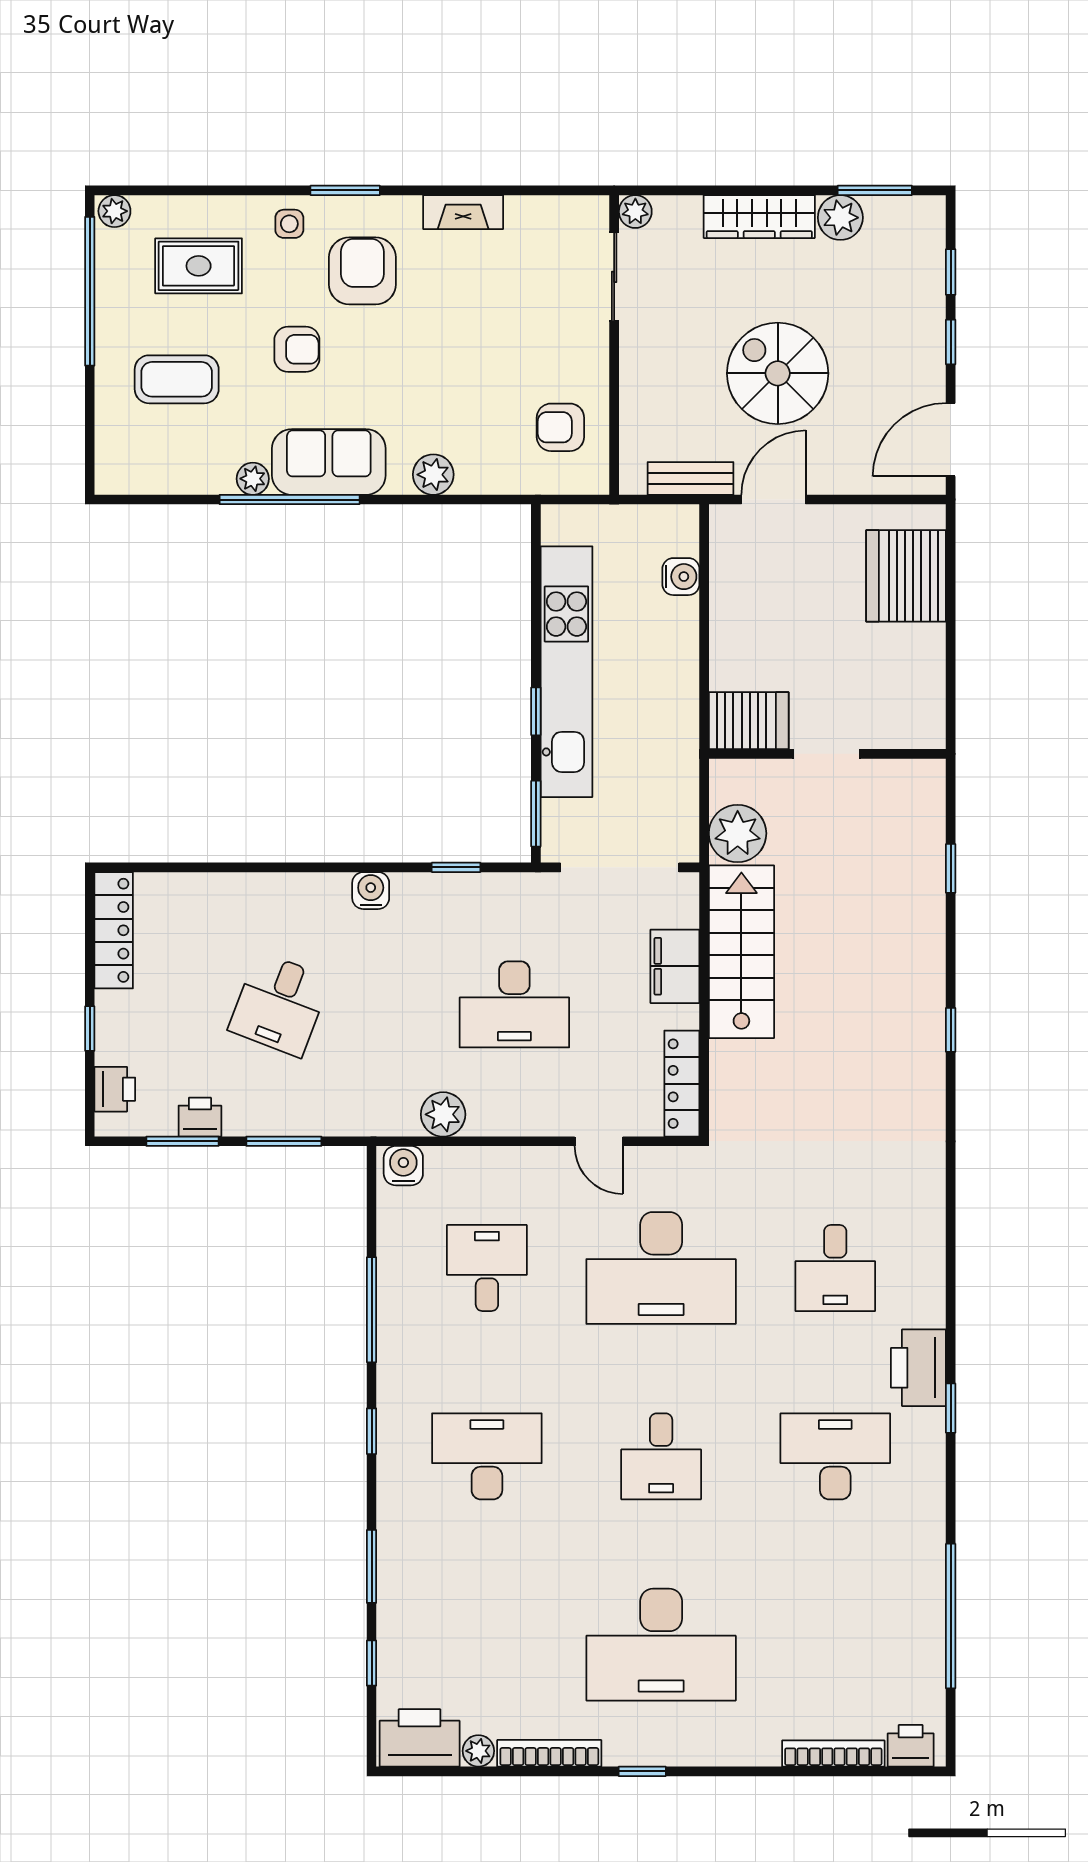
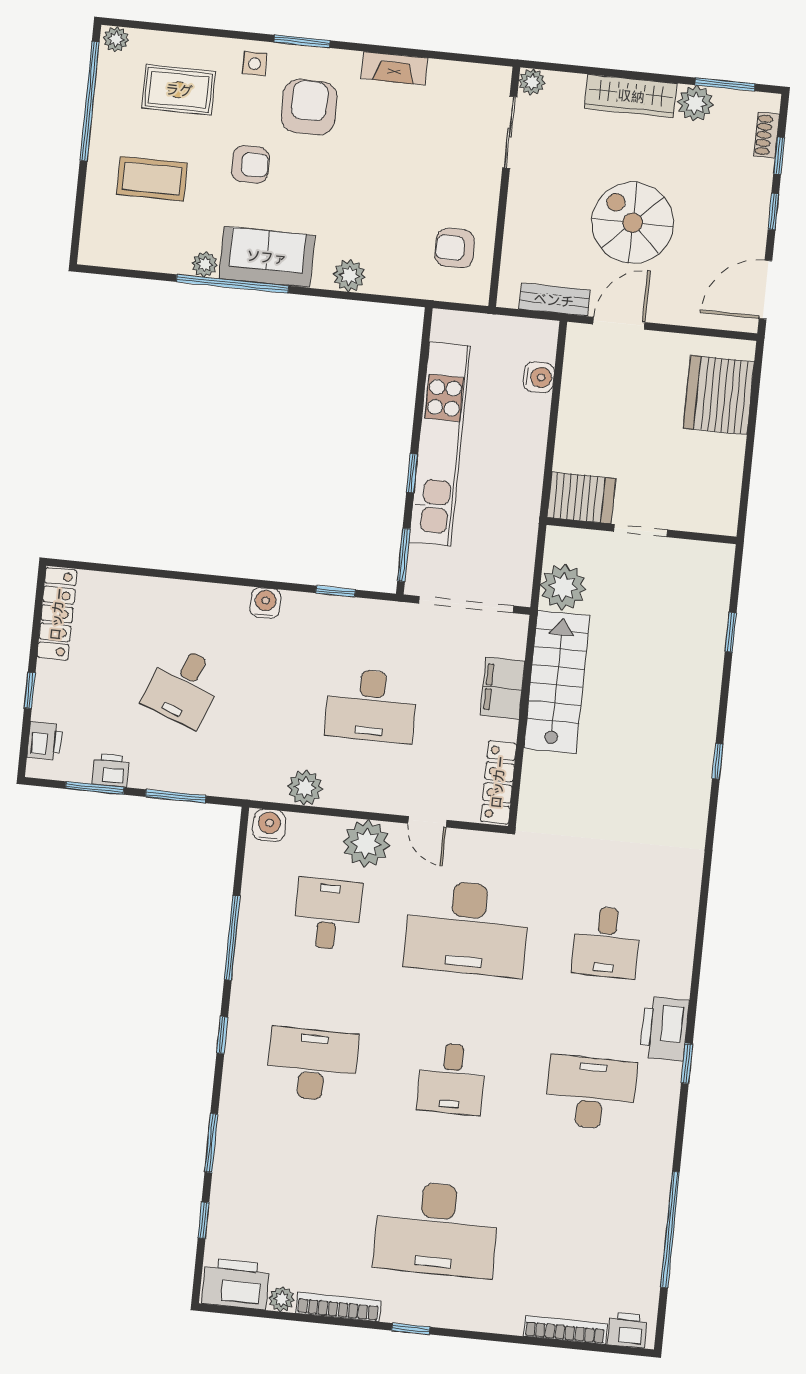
shoe rack: (933, 248) -> (767, 135), added
plant: (526, 1176) -> (366, 843), added

